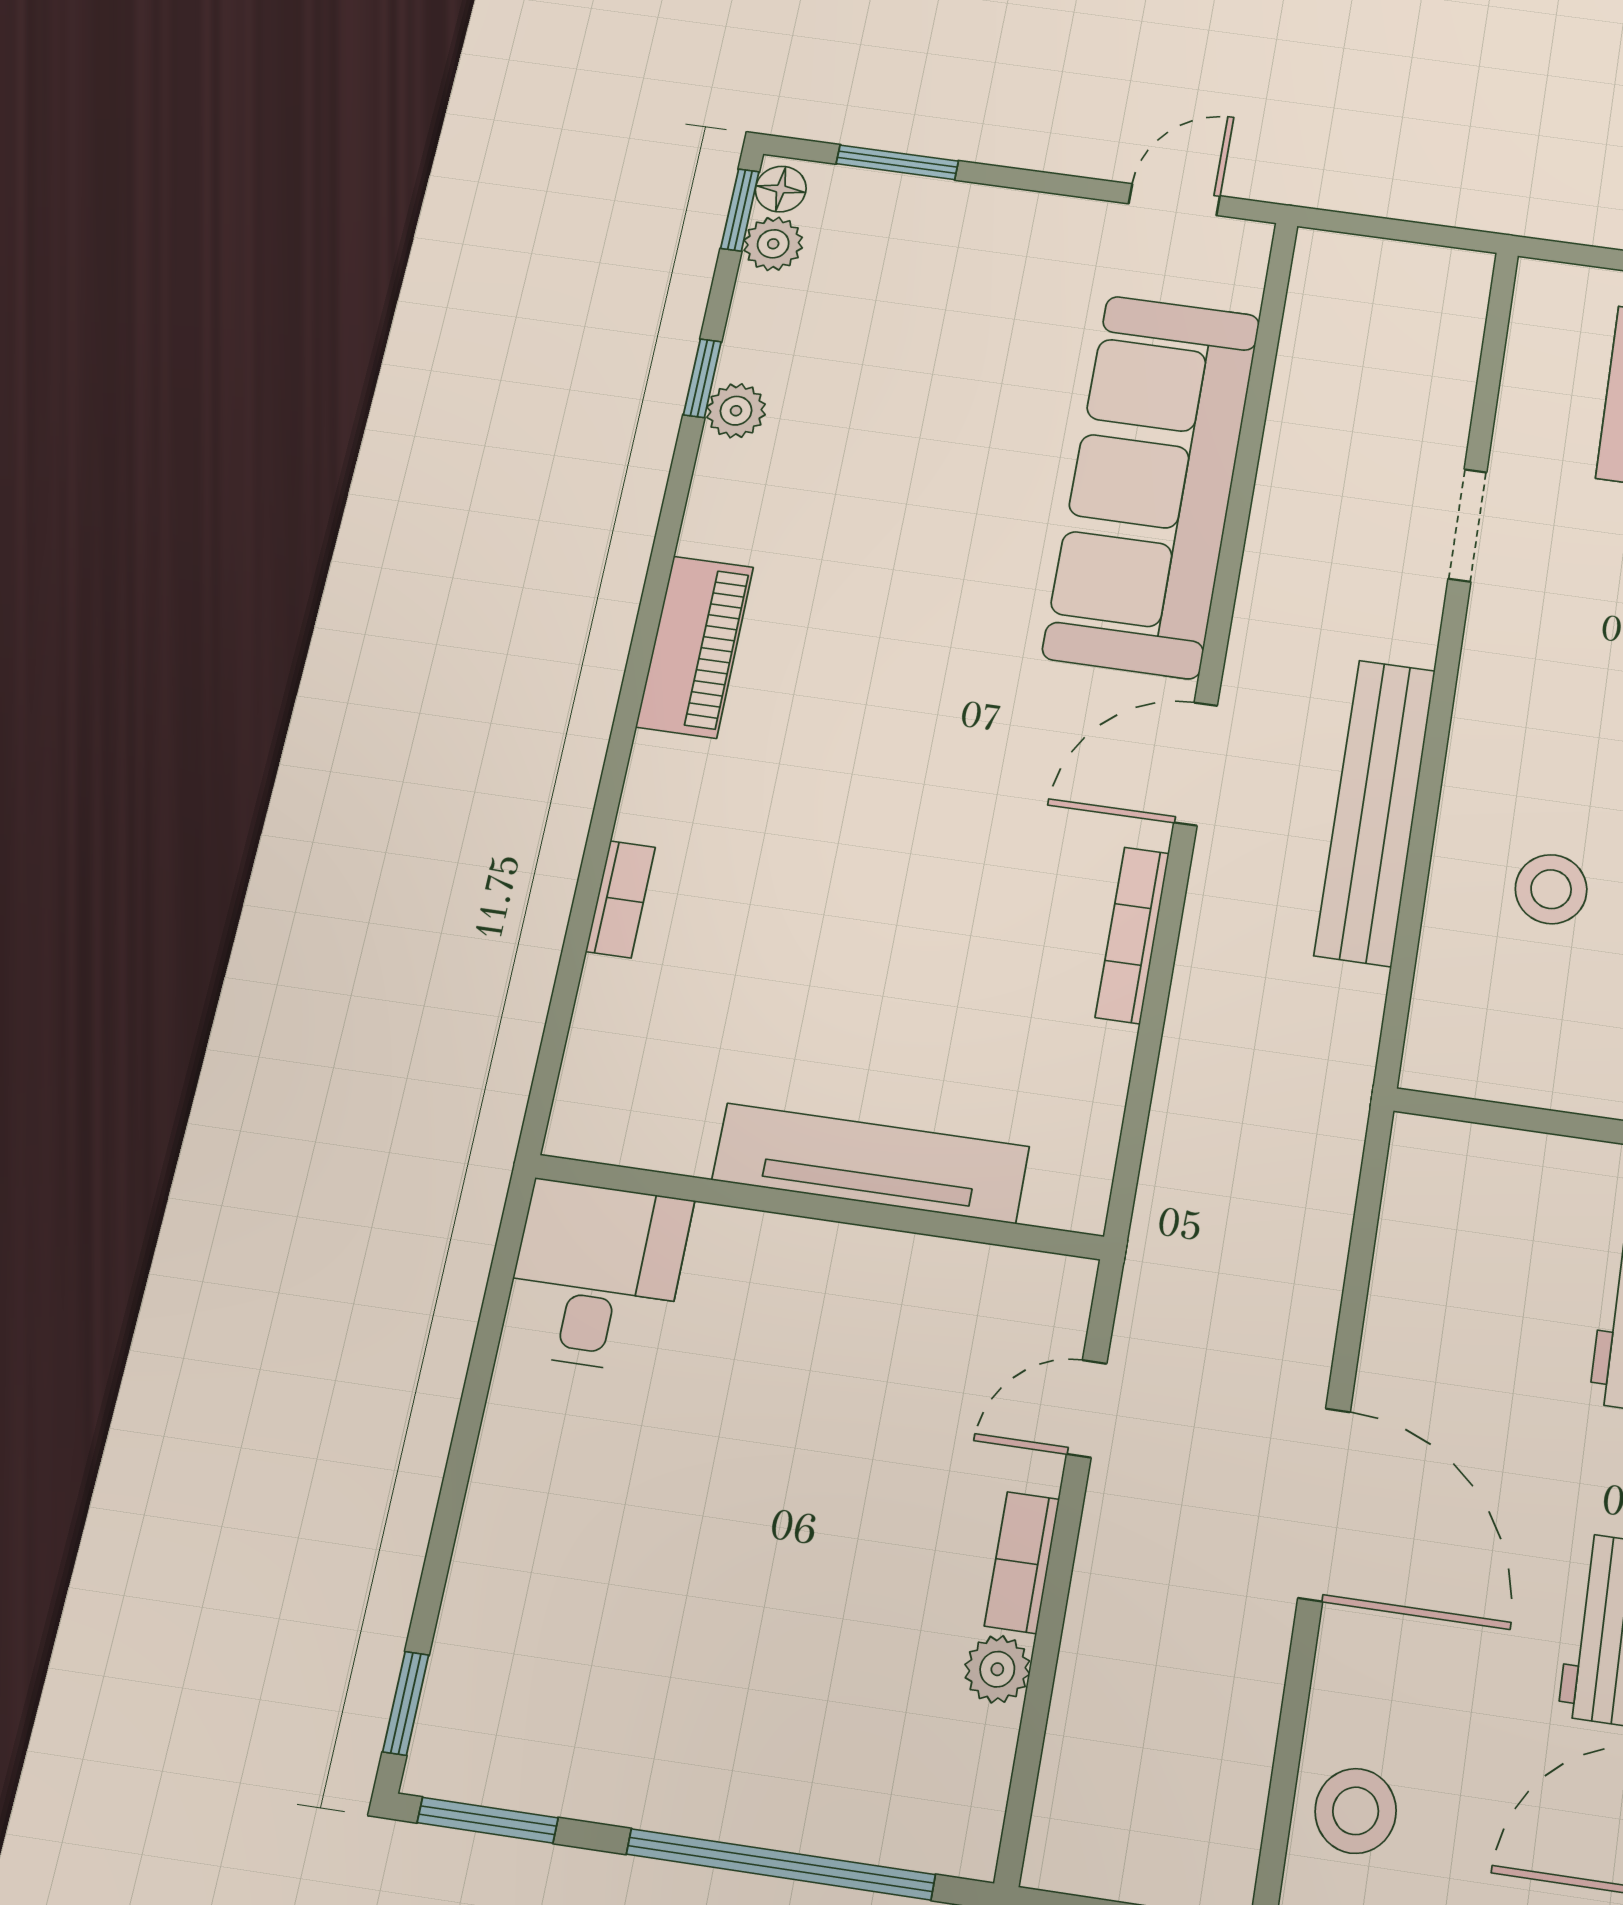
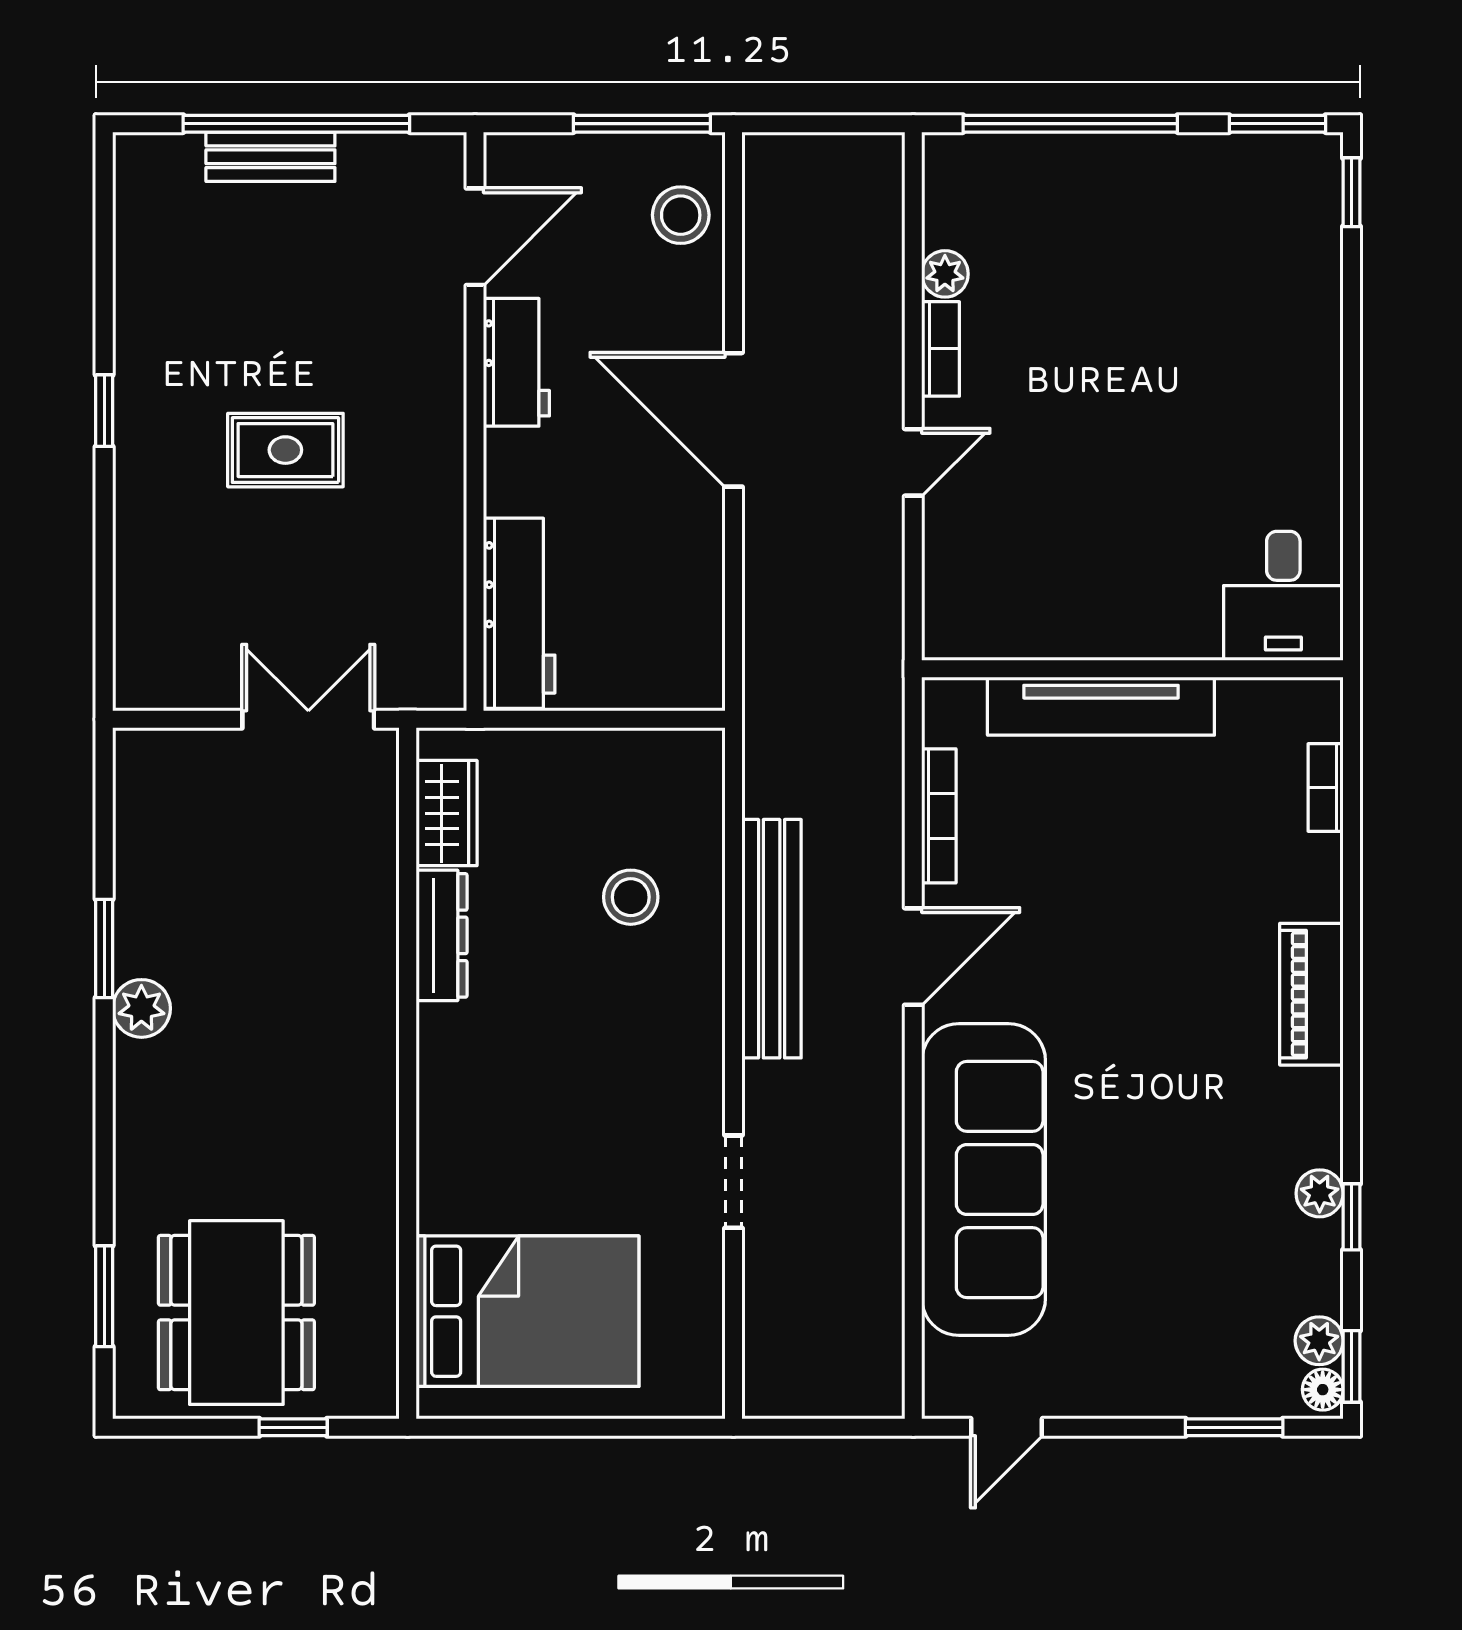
tv unit: (871, 1163) -> (1101, 706), moved
wall: (819, 1207) -> (1132, 669), moved
desk: (596, 1276) -> (1283, 596), moved

